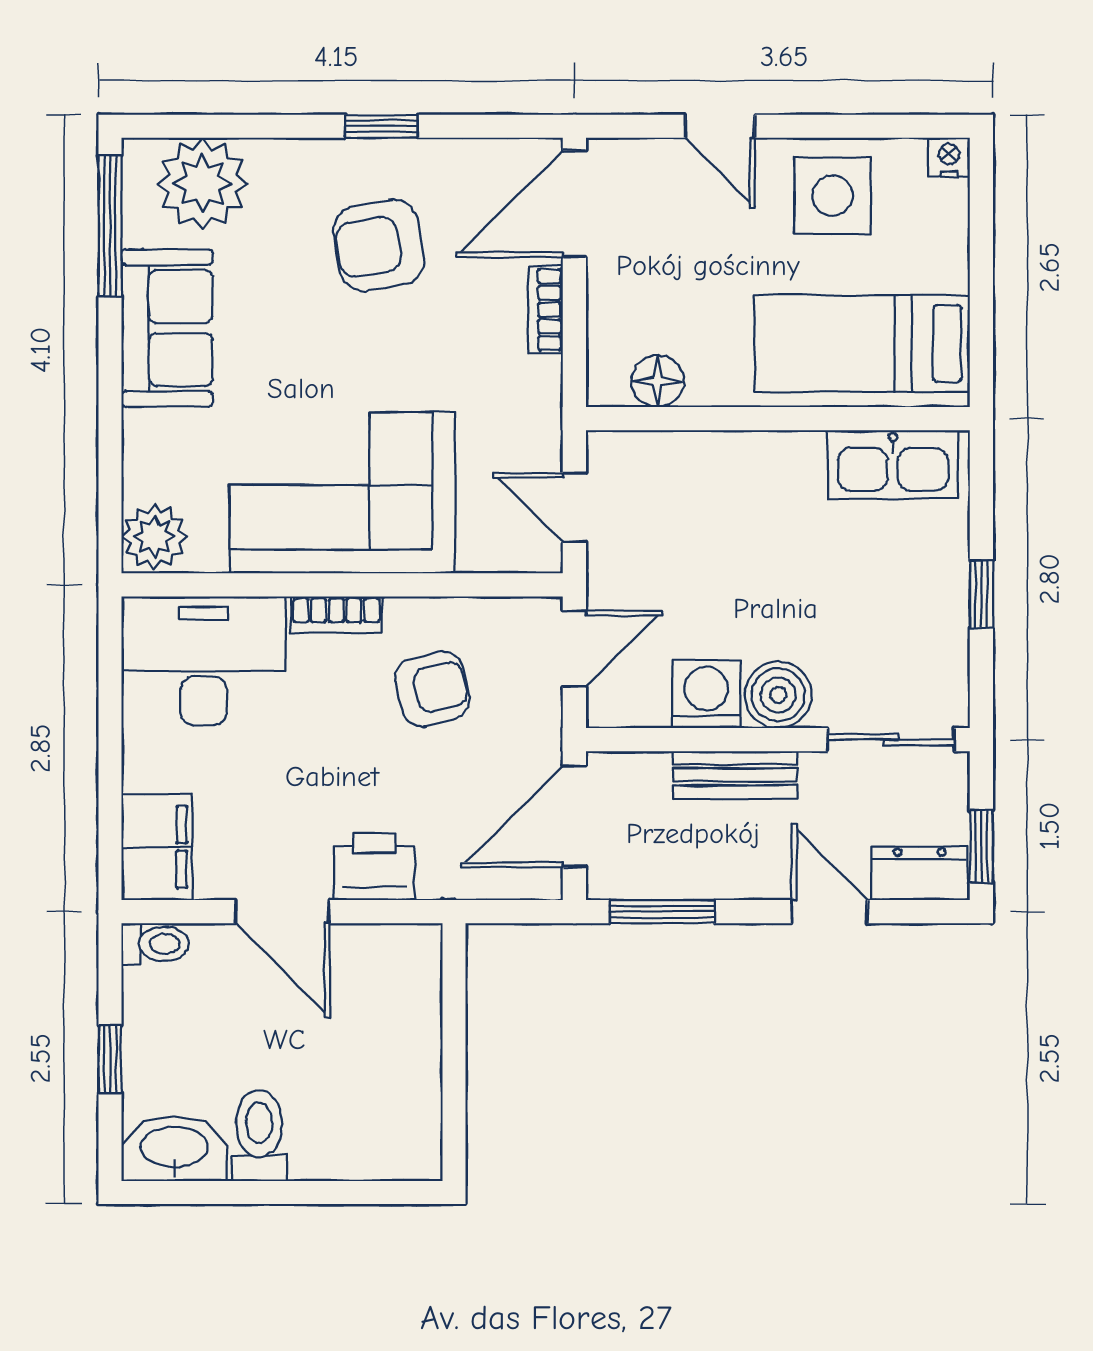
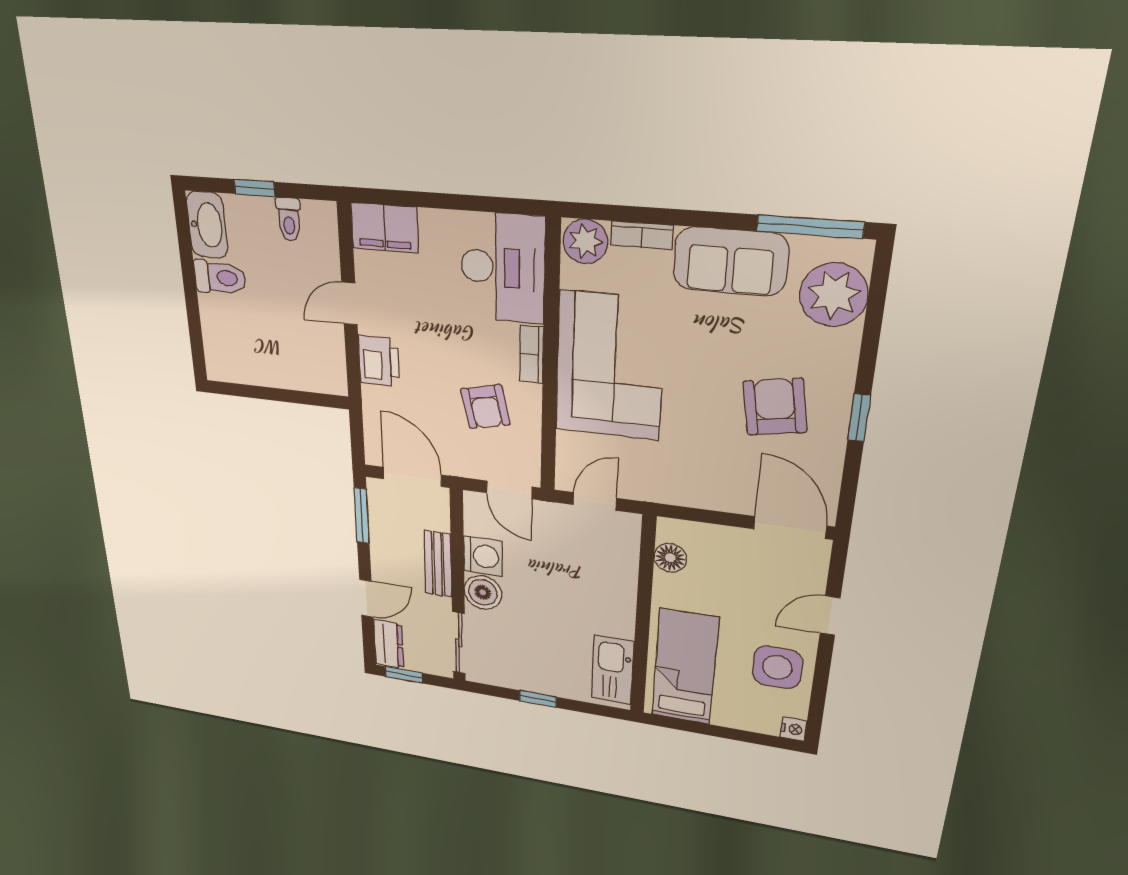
bookcase: (545, 310) -> (642, 235), moved, turned 180
door: (282, 912) -> (349, 303), width x0.73
toilet: (155, 944) -> (289, 219), moved

